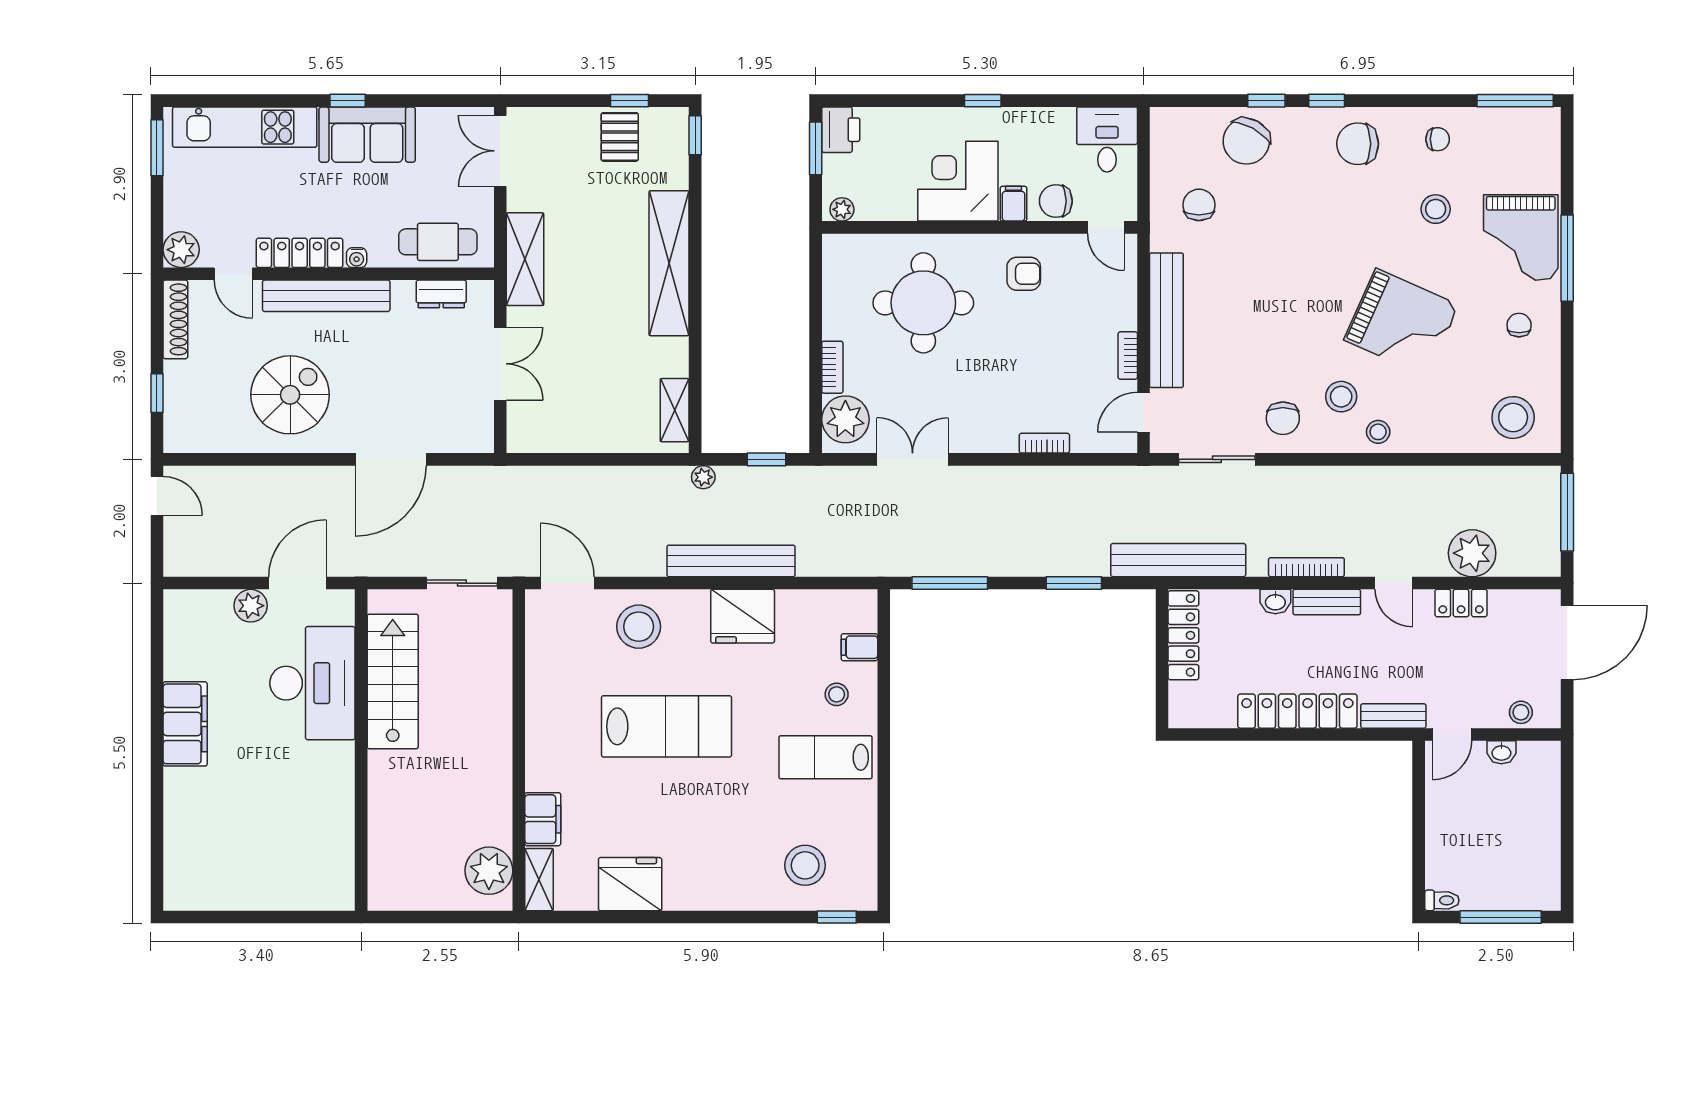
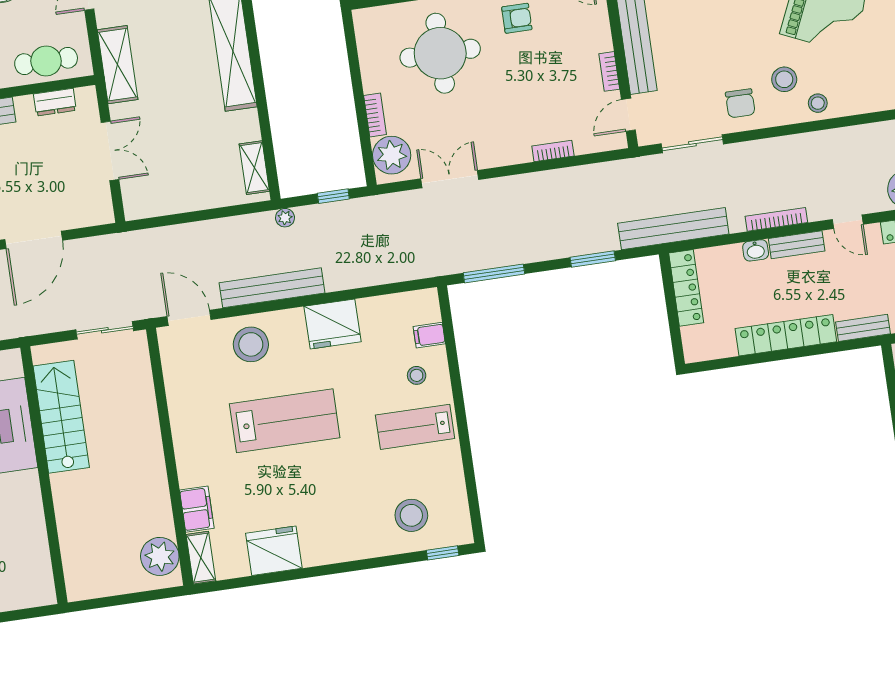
bench: (731, 561) -> (272, 288), moved

